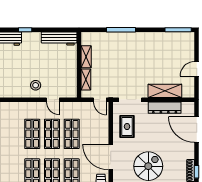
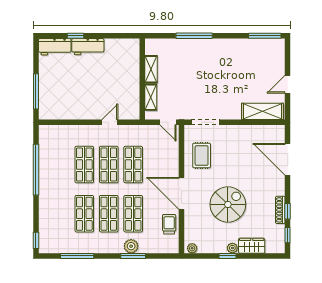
workbench: (59, 39) -> (88, 47), moved, width x0.73
stool: (36, 85) -> (89, 104), removed
shelving: (165, 91) -> (262, 111), moved
door: (53, 100) -> (110, 122), swing flipped
dresser: (165, 108) -> (248, 132), removed

